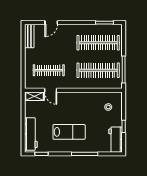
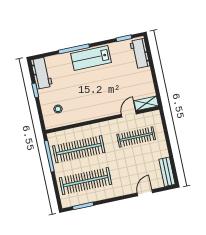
door: (51, 90) -> (129, 114), hinge flipped
lab bench: (69, 132) -> (91, 58), moved
workbench: (31, 134) -> (140, 54), width x0.73

